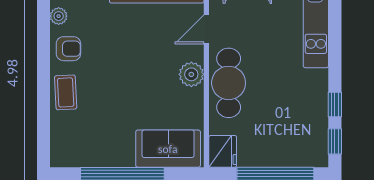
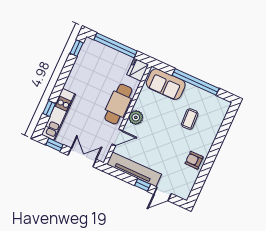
plant: (59, 16) -> (191, 180), removed
coffee table: (66, 92) -> (190, 119), moved
window: (335, 104) -> (49, 109), moved

